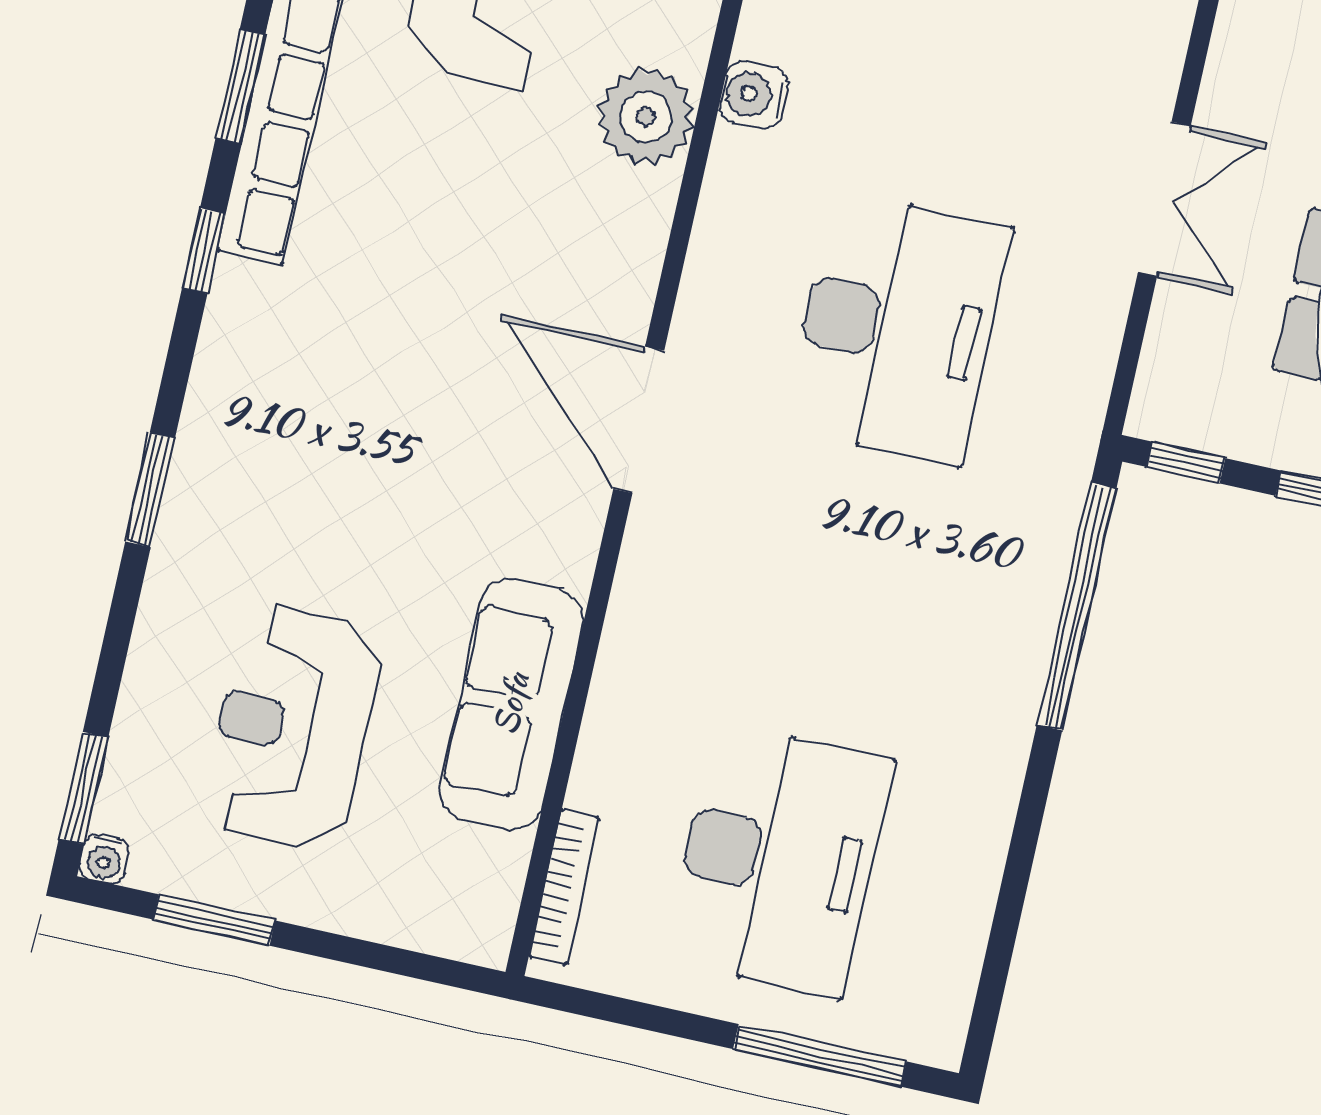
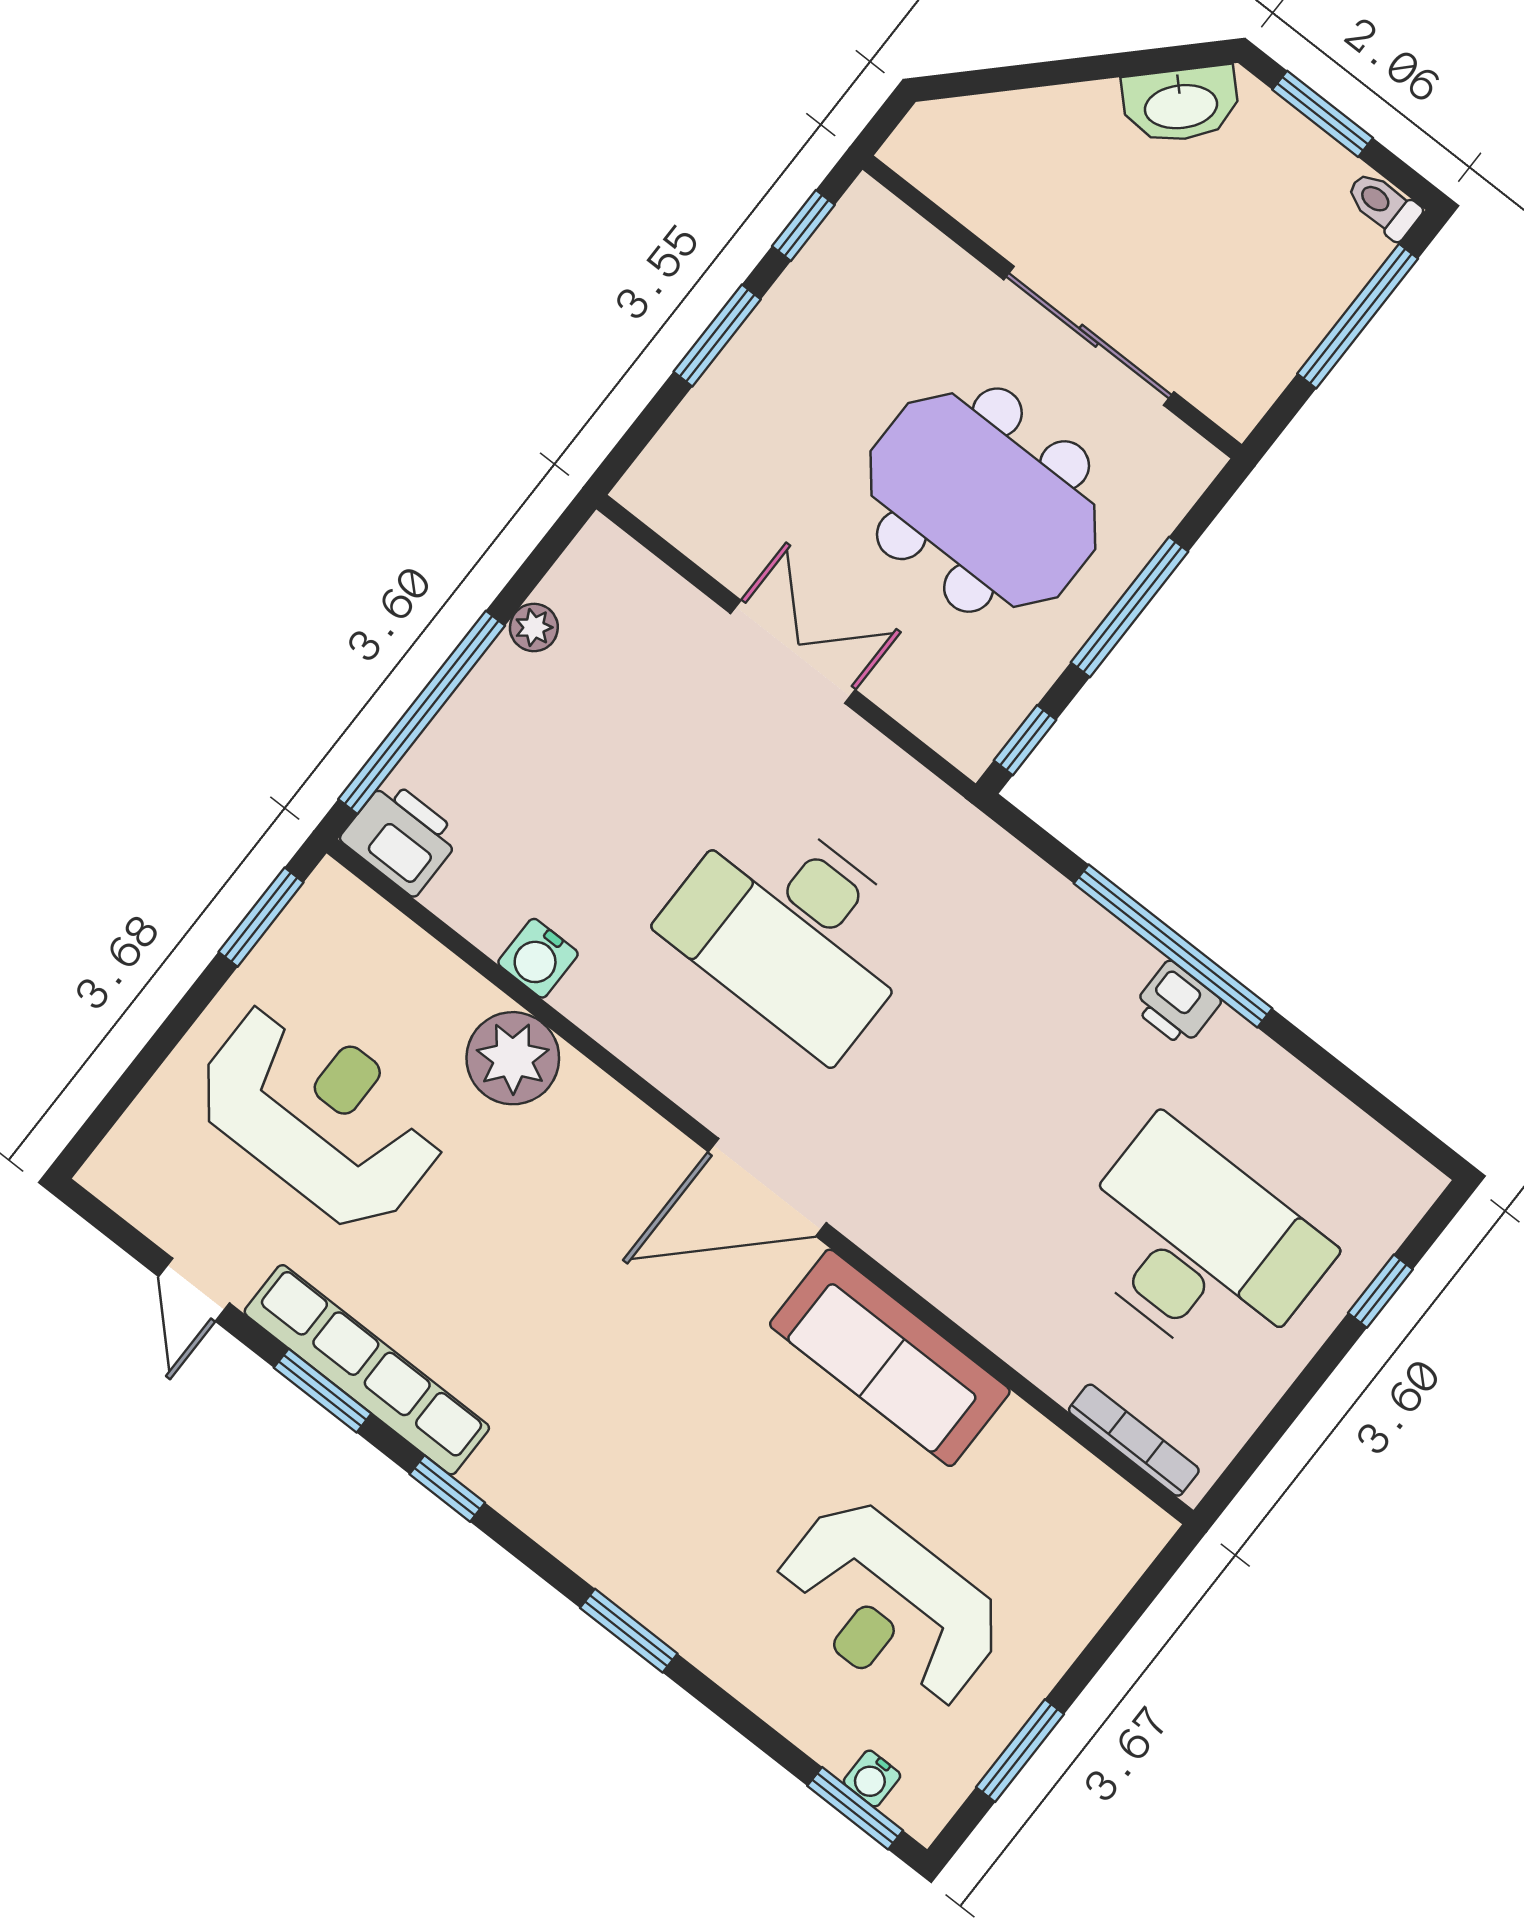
desk: (897, 328) -> (794, 930), turned 180
window: (1077, 606) -> (1173, 946), moved
sofa: (511, 704) -> (890, 1358), moved
printer: (1002, 729) -> (1177, 1004), added
water cooler: (105, 859) -> (872, 1778), moved, turned 90
window: (820, 1055) -> (1380, 1291), width x0.46

